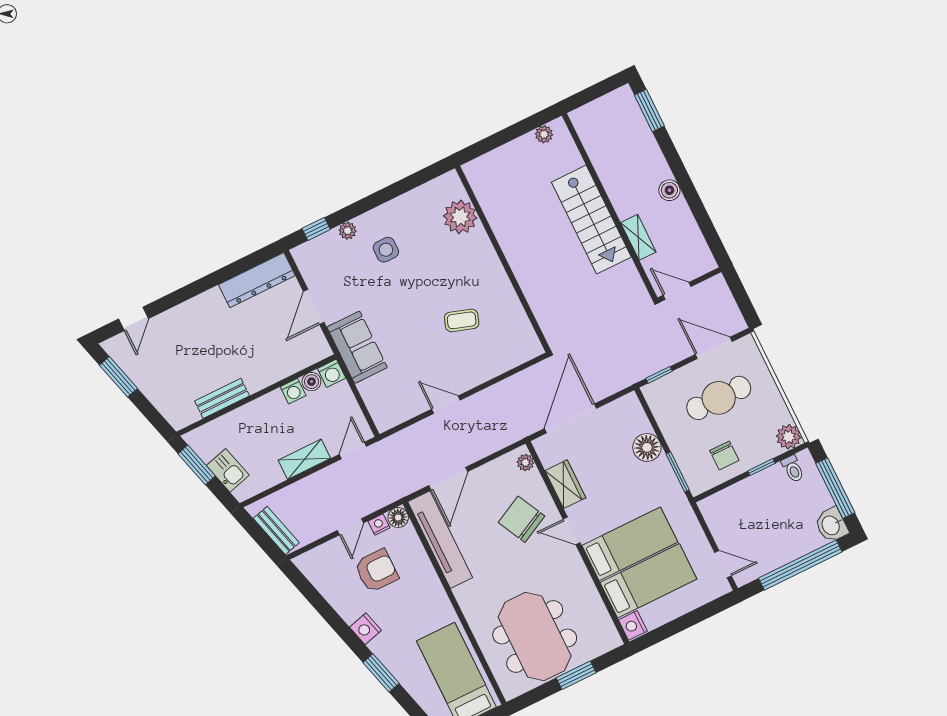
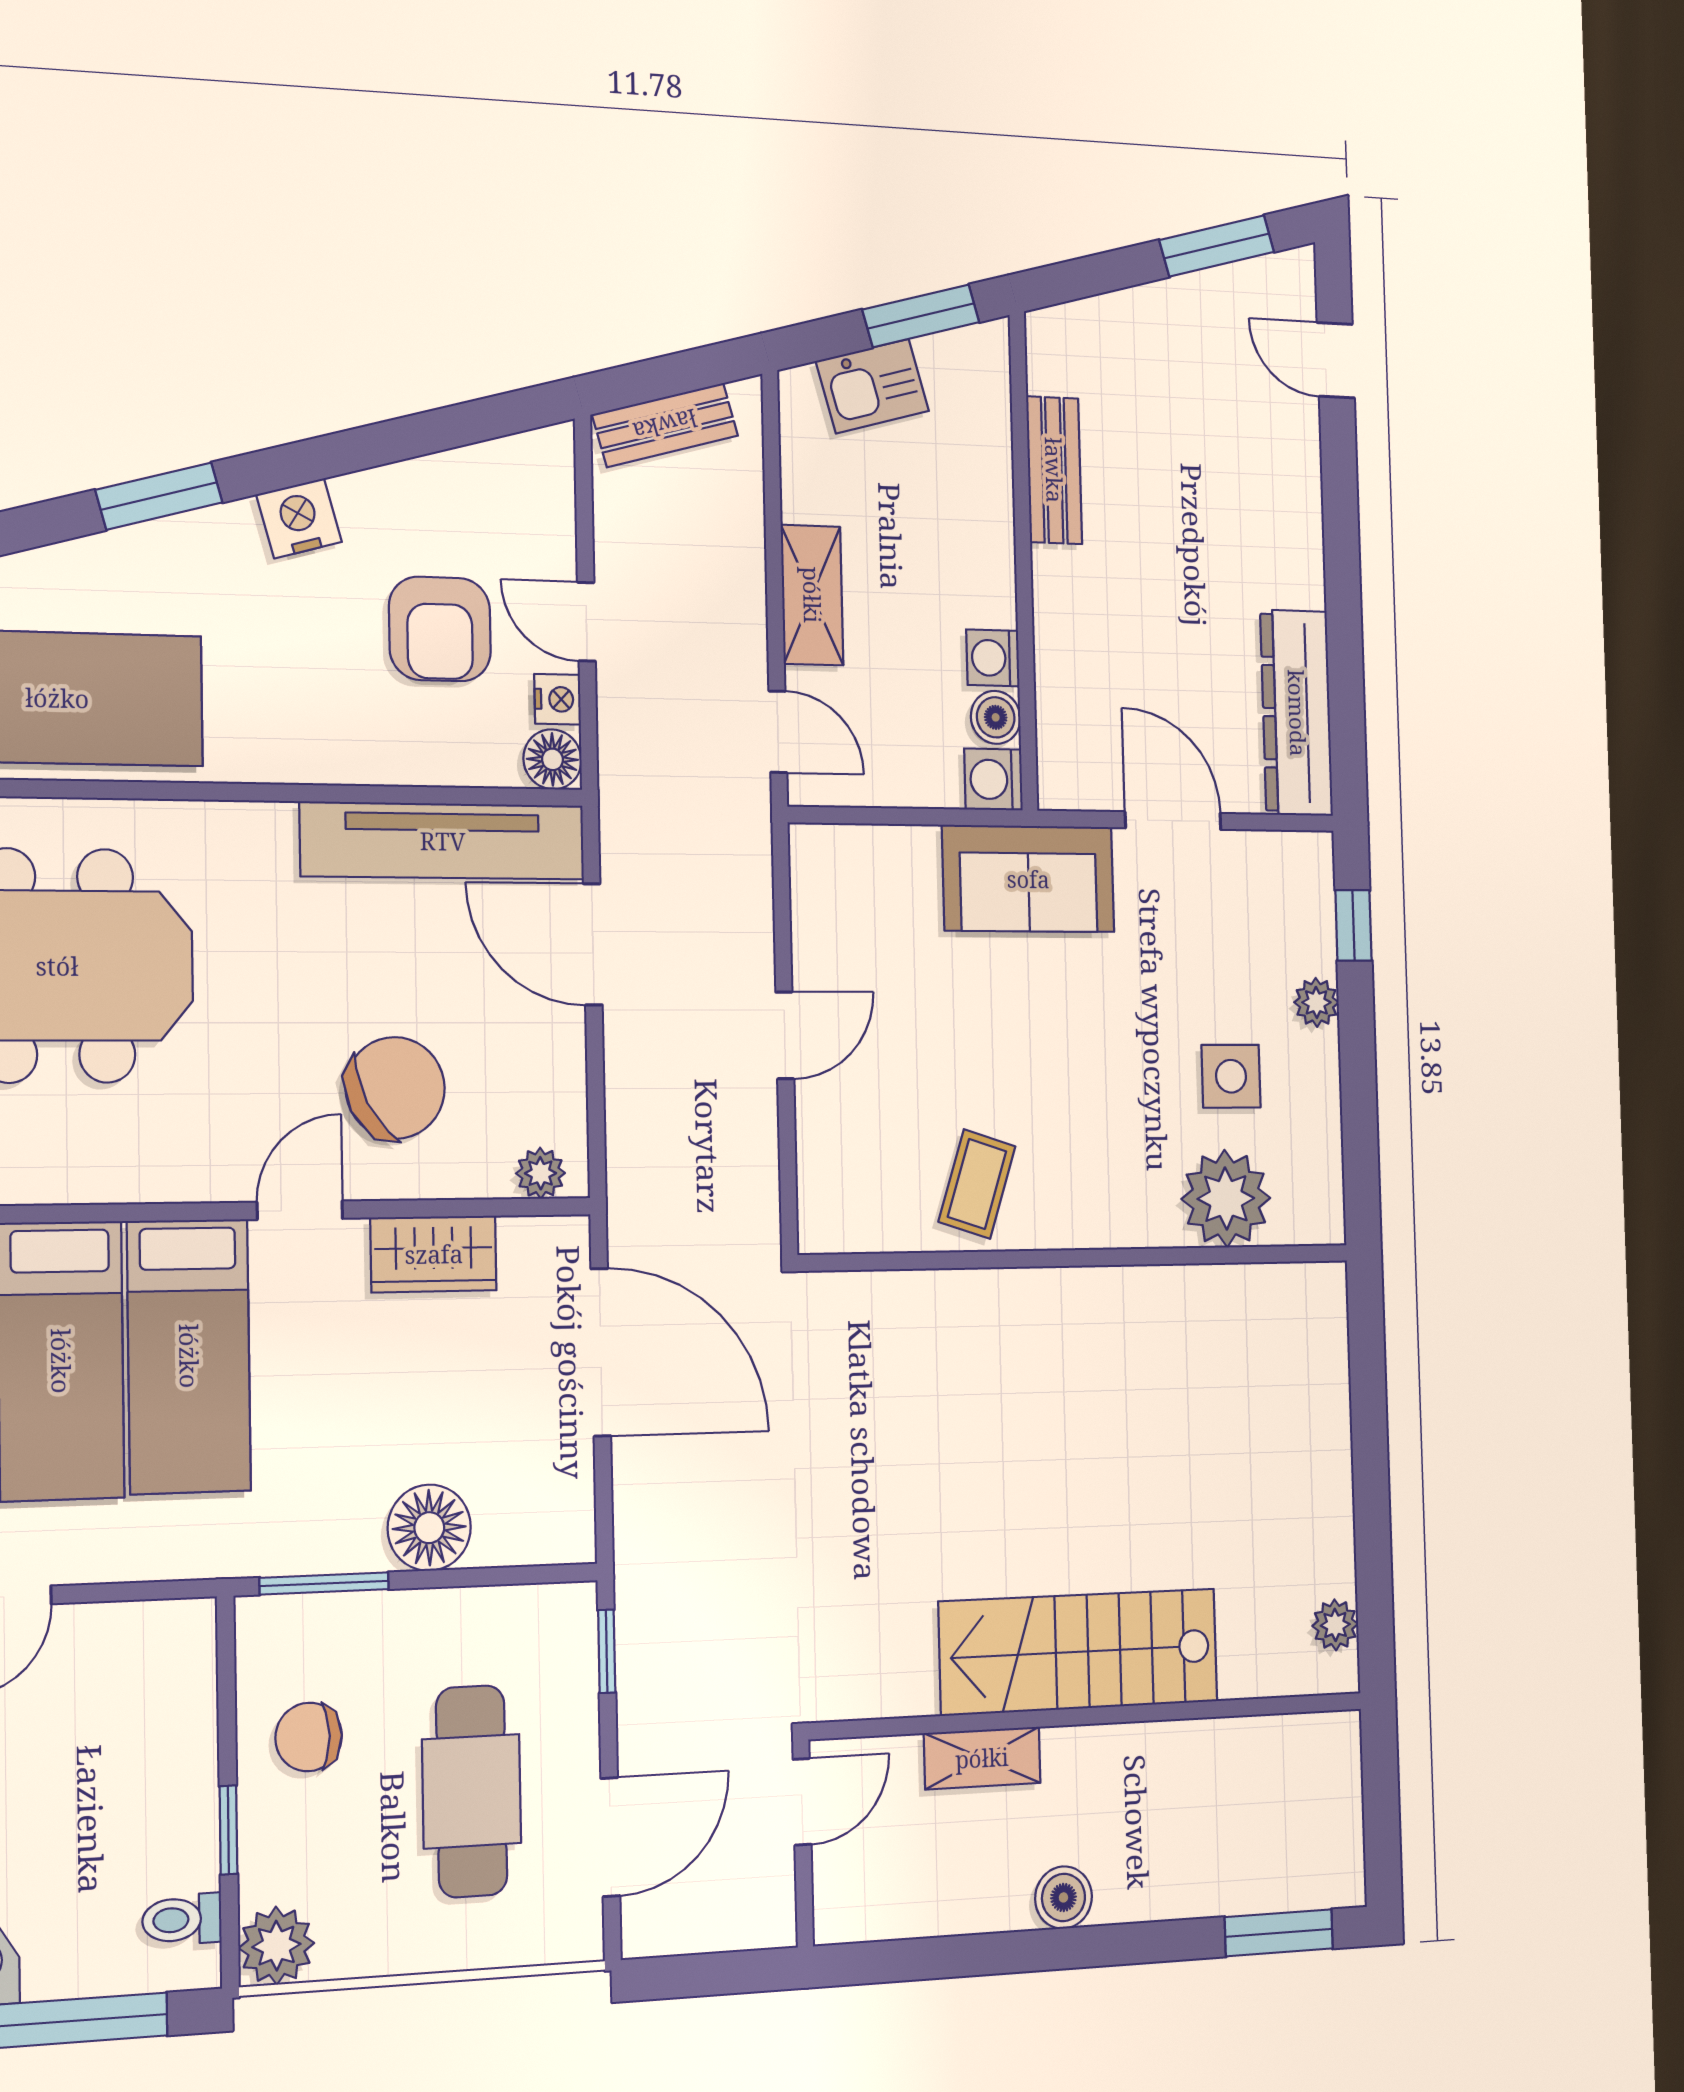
plant: (460, 217) -> (1226, 1198), moved
wall: (503, 259) -> (1078, 1258), moved

